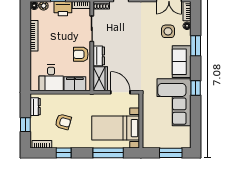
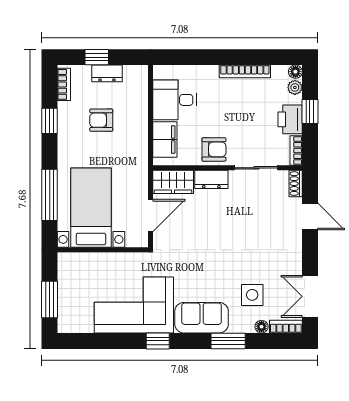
armchair: (81, 54) -> (214, 149), turned 90
dresser: (35, 107) -> (107, 73), moved
armchair: (63, 122) -> (101, 120), turned 75

